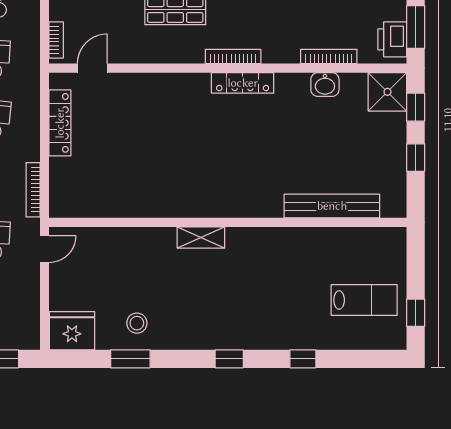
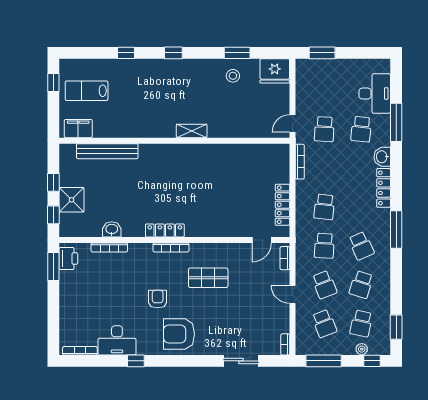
shower: (387, 92) -> (72, 200), moved
filing cabinet: (377, 241) -> (78, 129), added

